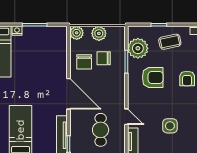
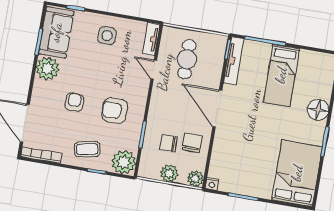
nightstand: (17, 31) -> (212, 184), moved
plant: (138, 48) -> (124, 162), moved
chair: (104, 58) -> (169, 143), turned 180
side table: (170, 126) -> (107, 36), moved

